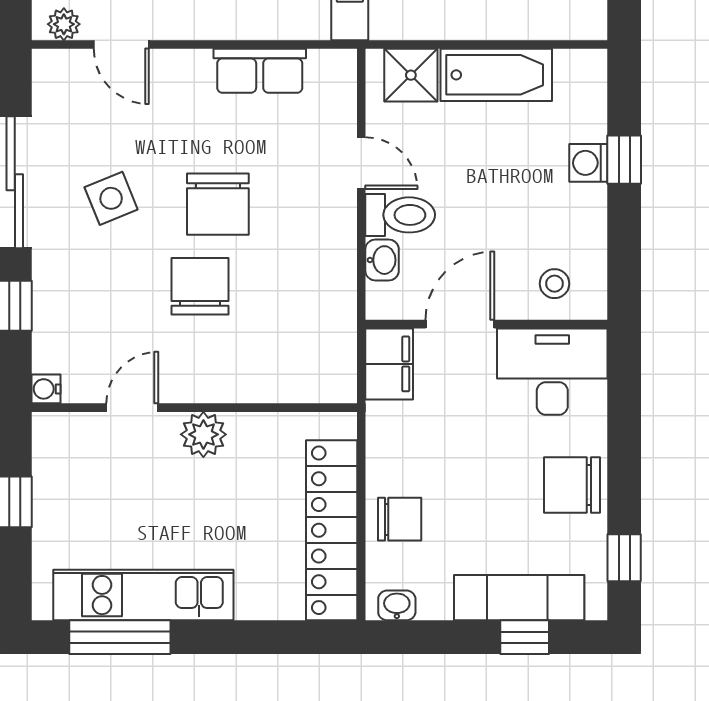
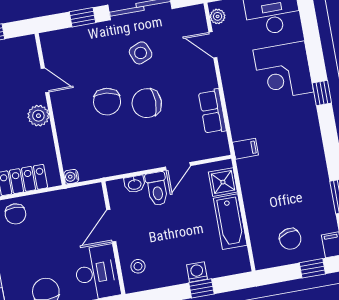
door: (121, 45) -> (213, 45), hinge flipped
chair: (200, 286) -> (107, 102), turned 98
door: (460, 324) -> (111, 226), swing flipped
filing cabinet: (389, 364) -> (87, 196), removed
water cooler: (46, 389) -> (71, 177), moved, turned -90

